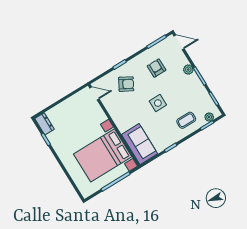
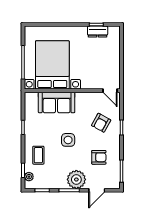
door: (179, 42) -> (97, 190), moved
plant: (188, 70) -> (76, 180), width x1.87, depth x1.87
door: (94, 93) -> (110, 91), hinge flipped
dresser: (45, 124) -> (98, 32), moved
sofa: (140, 144) -> (57, 102), moved

